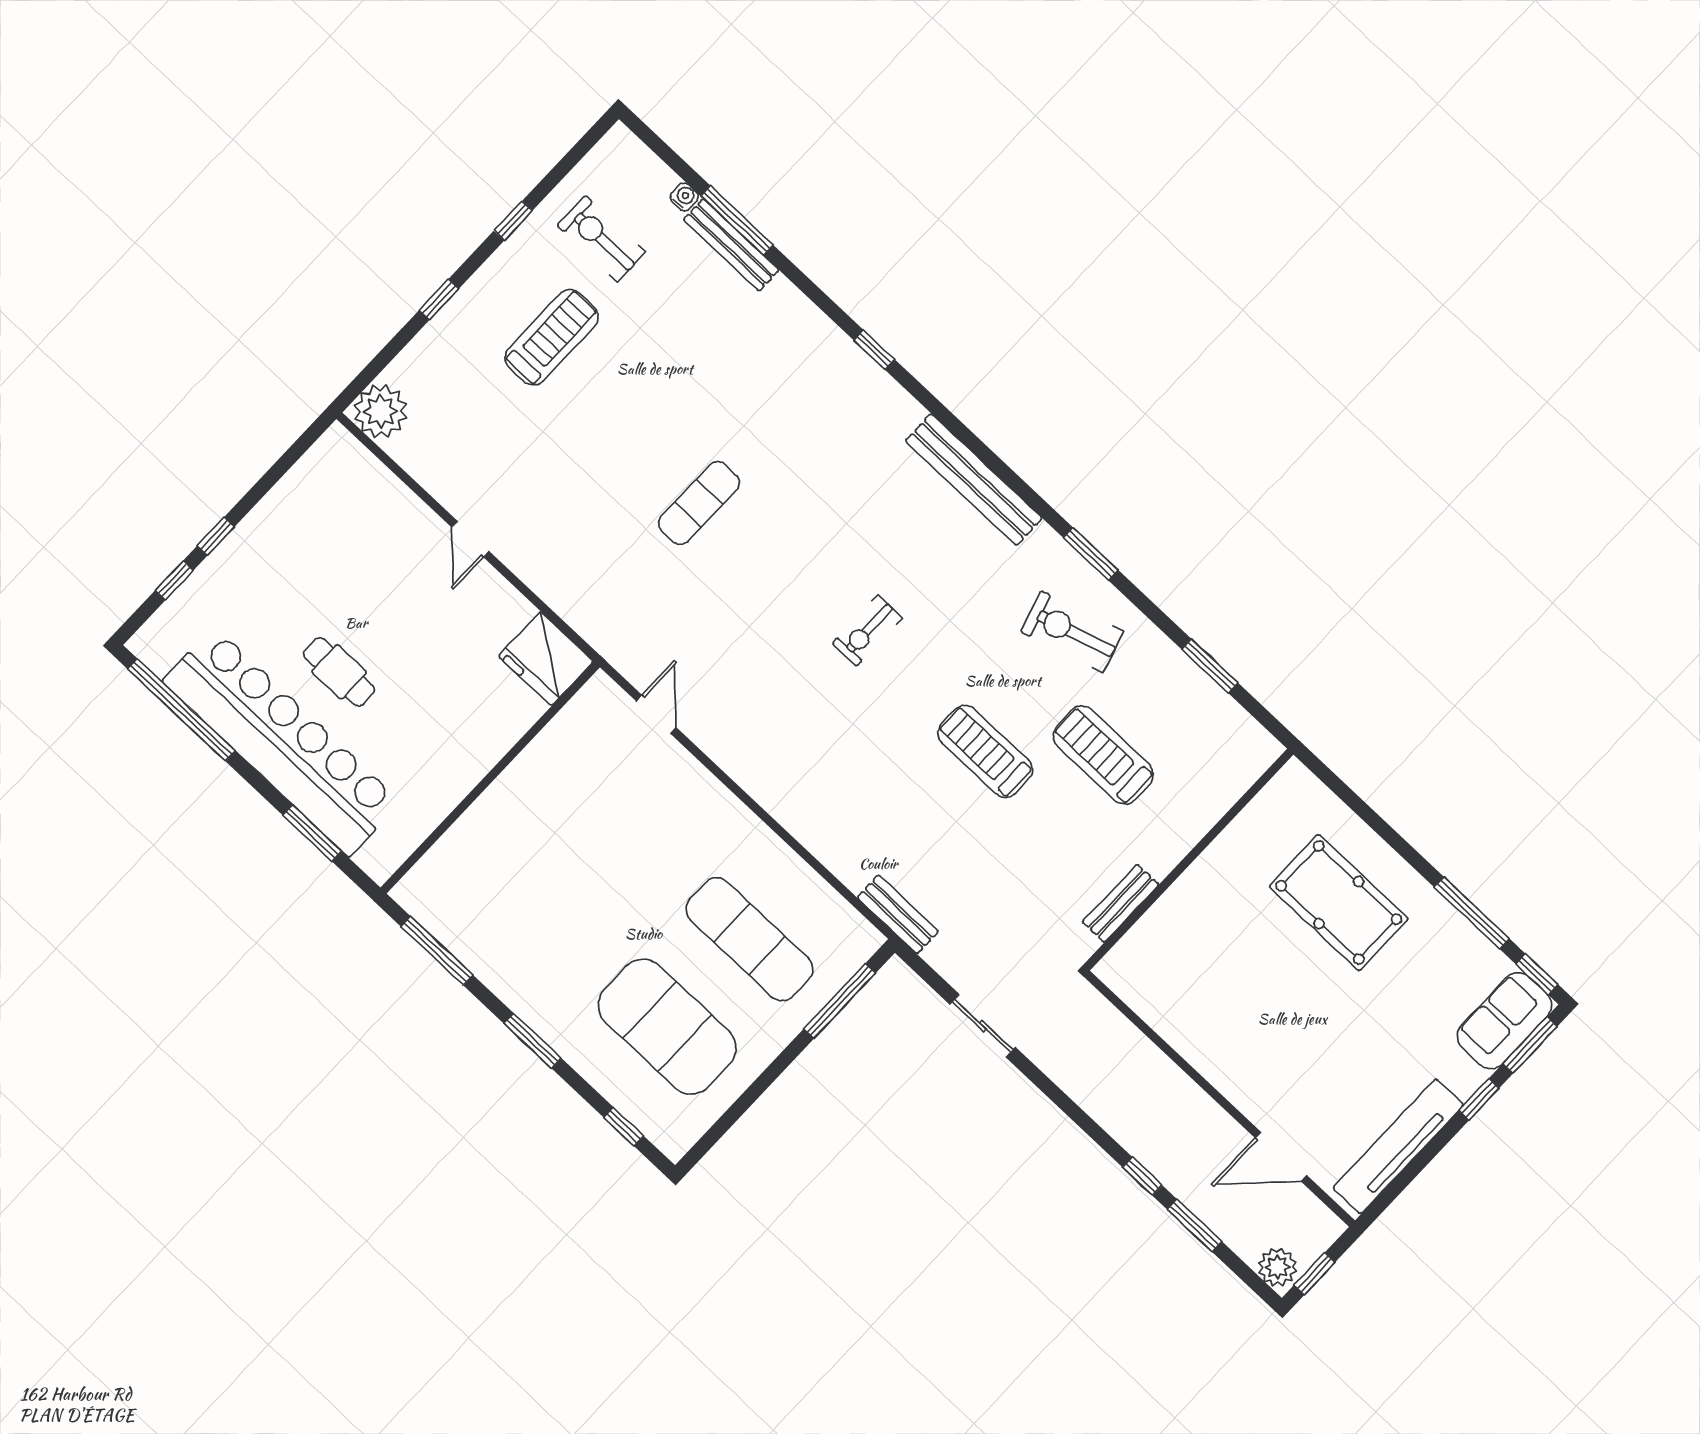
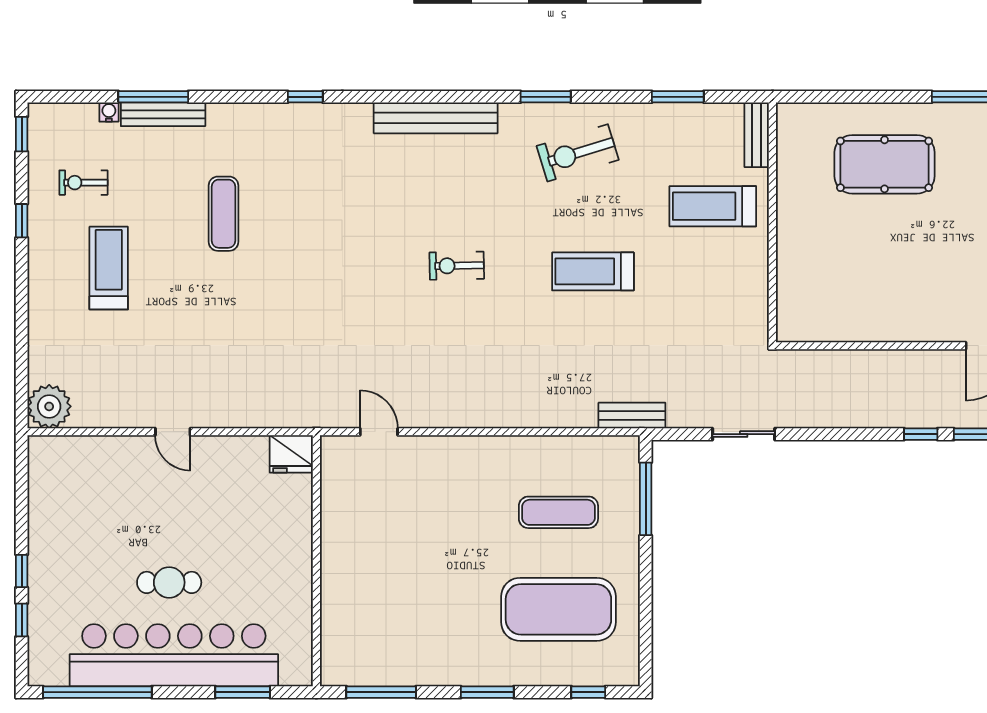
exercise bike: (601, 239) -> (83, 183), width x0.73, depth x0.72
window: (439, 299) -> (22, 134), moved
exercise mat: (699, 503) -> (224, 214), moved
exercise bike: (867, 631) -> (457, 266), turned 89
fridge: (546, 659) -> (291, 454), width x0.73, depth x0.75
treadmill: (1103, 755) -> (713, 206), moved
bench: (1121, 903) -> (757, 135), moved
exercise mat: (749, 939) -> (558, 512), width x0.73, depth x0.69

